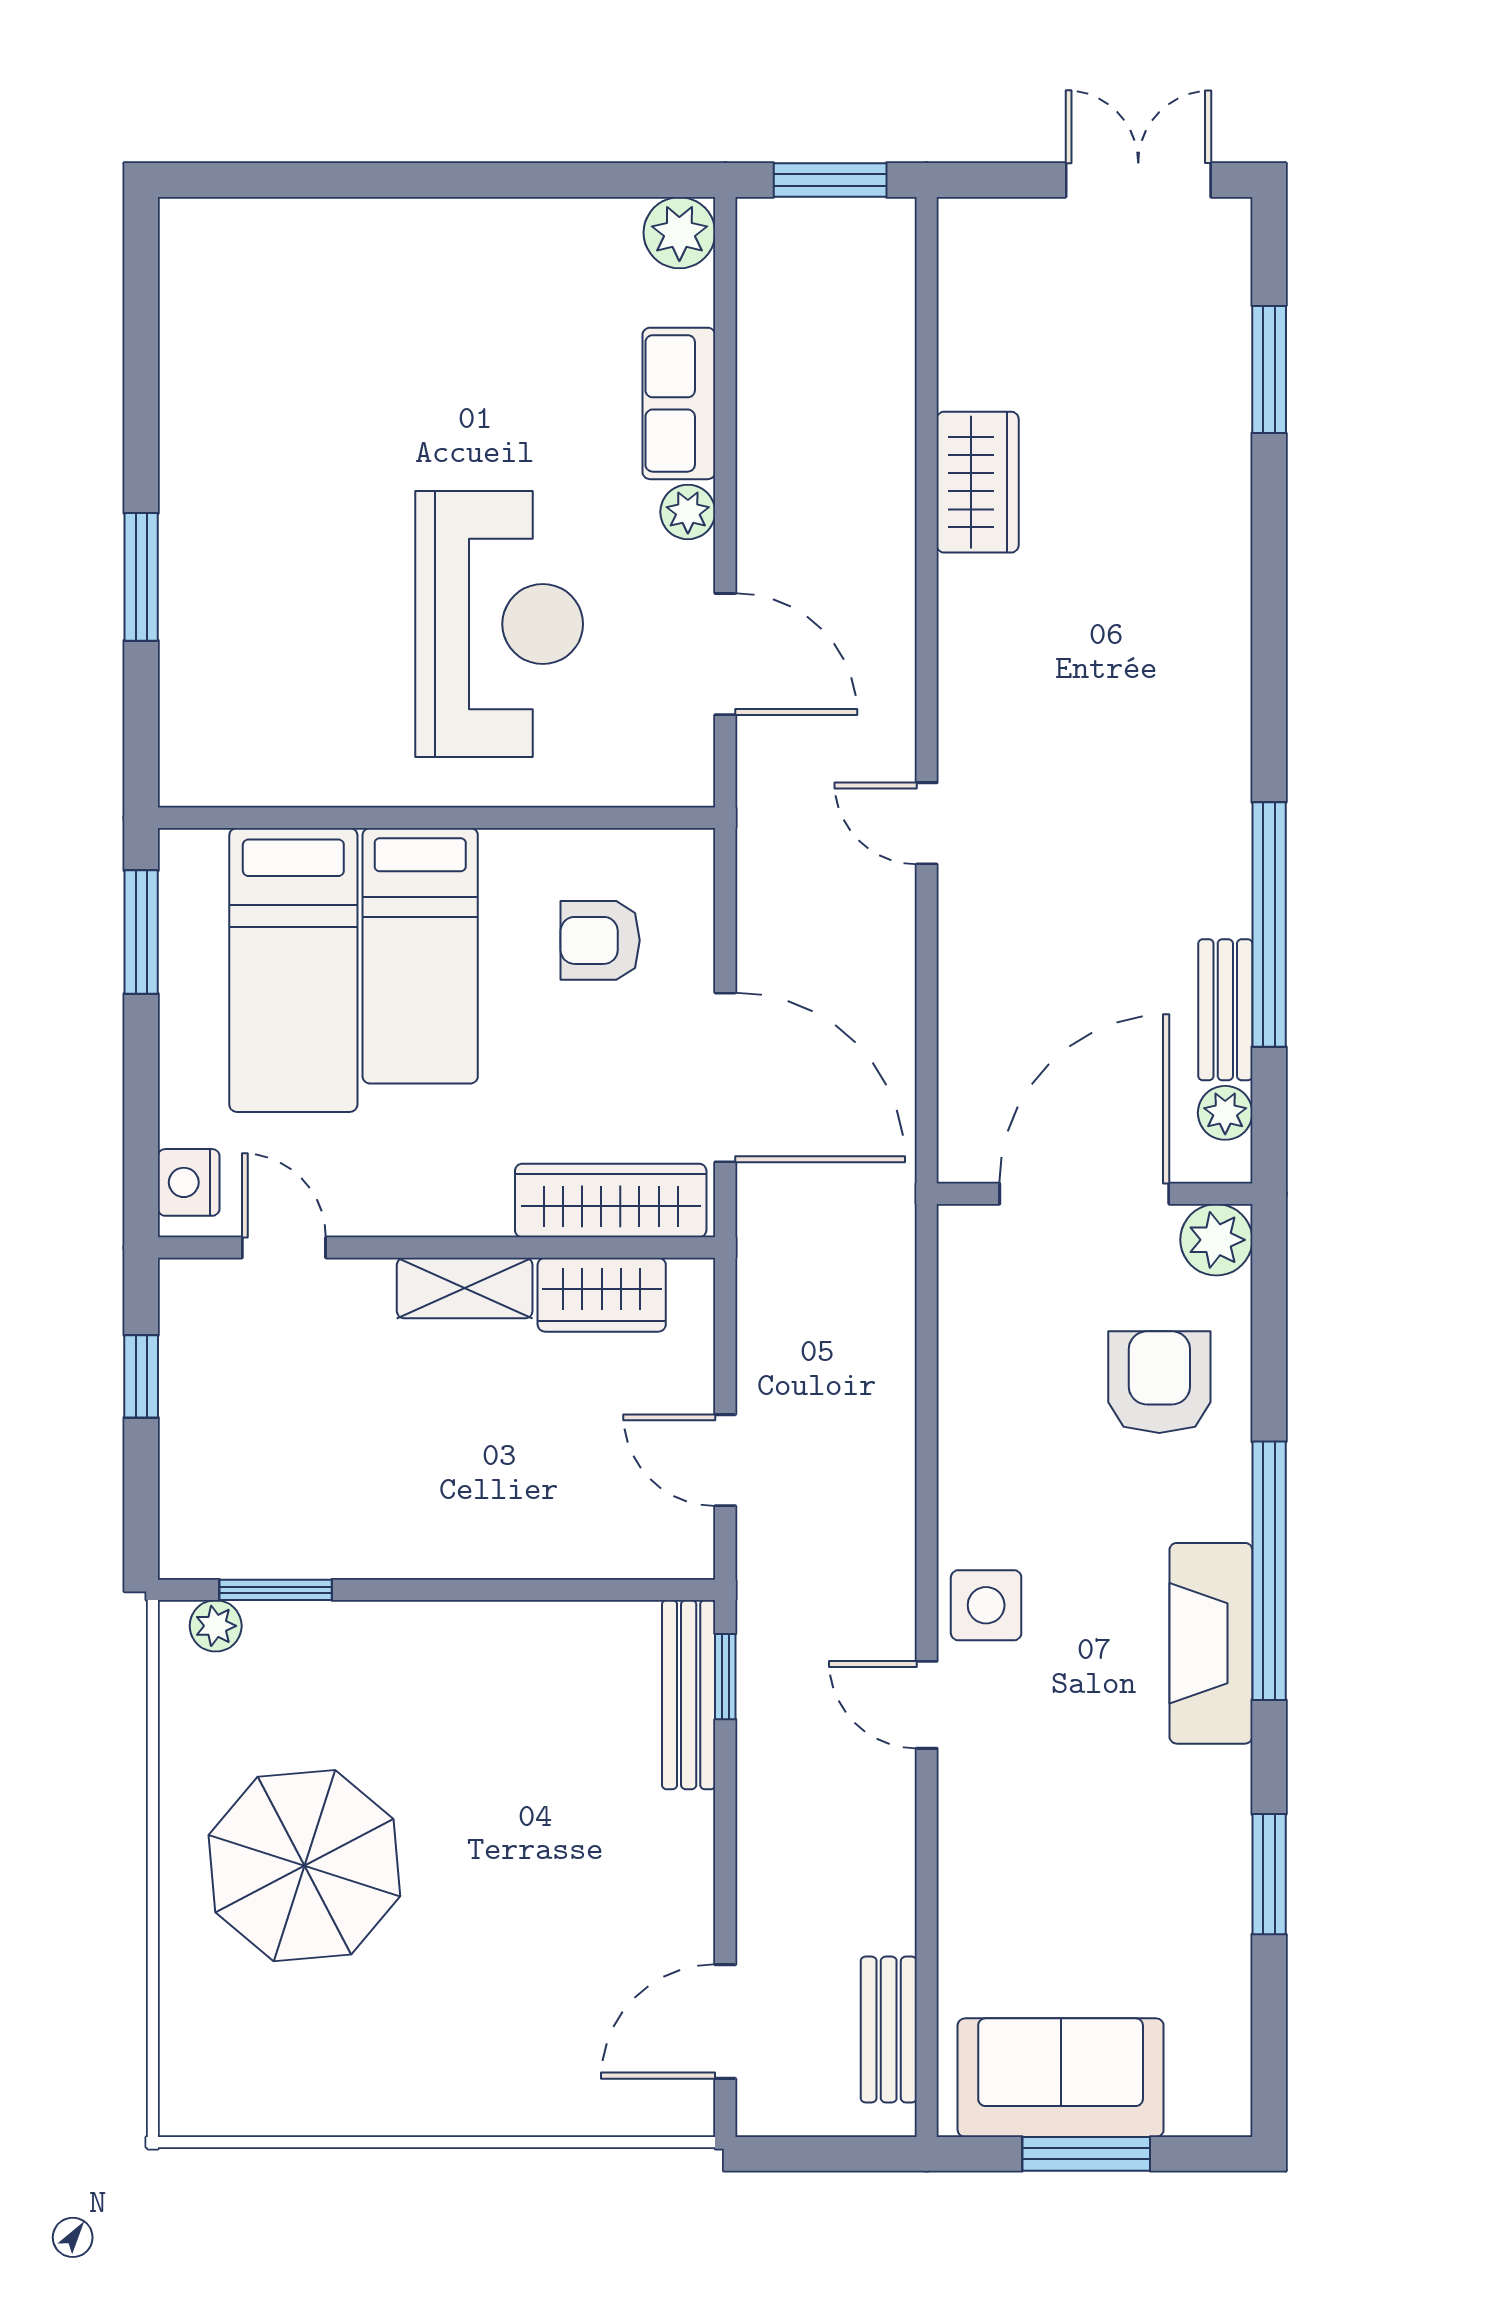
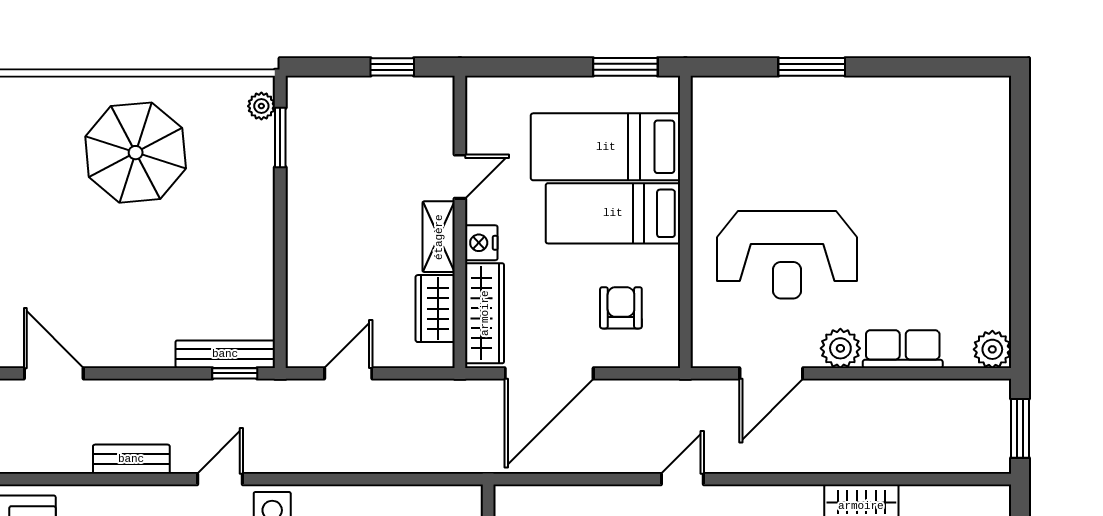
plant: (688, 512) -> (840, 348), width x1.38, depth x1.38
nightstand: (189, 1182) -> (481, 243), moved, turned -90
door: (284, 1248) -> (460, 177), moved
bench: (889, 2030) -> (131, 459), moved

